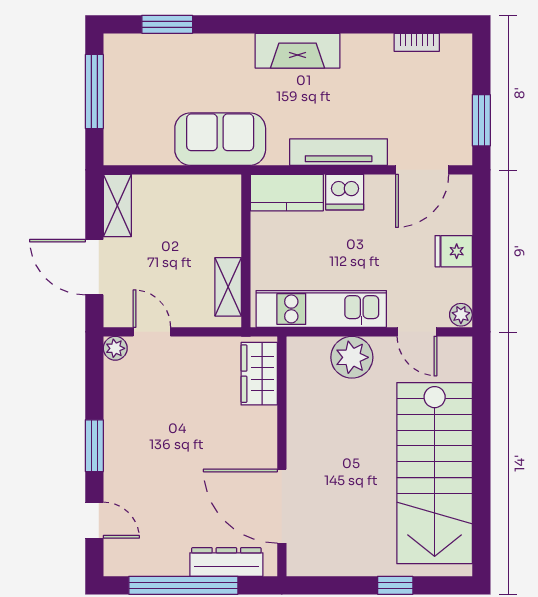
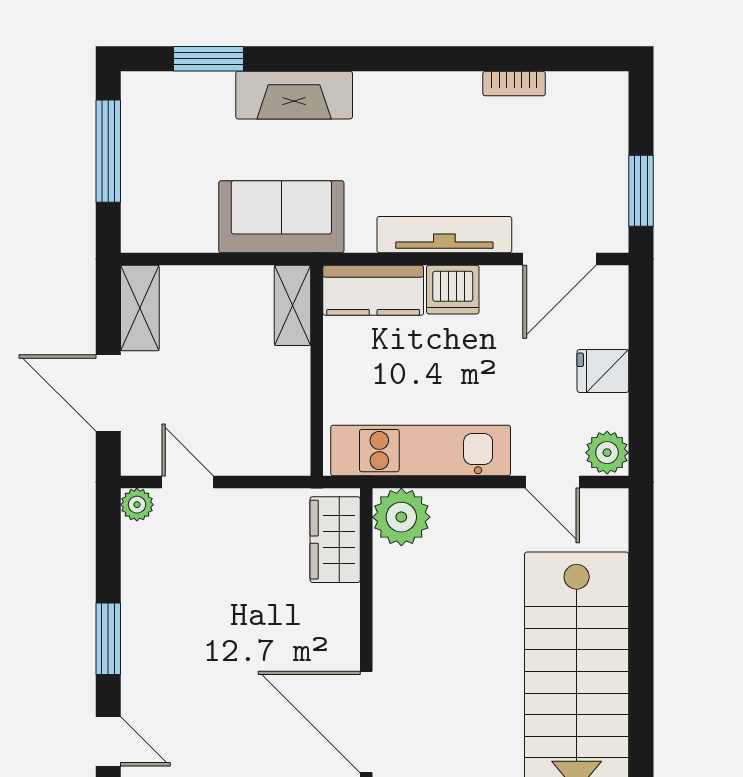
bookcase: (417, 42) -> (514, 84), moved
fireplace: (298, 51) -> (294, 95), moved
shelving: (228, 287) -> (292, 305), moved
plant: (461, 315) -> (607, 453), width x1.38, depth x1.38
plant: (352, 357) -> (401, 517), moved

